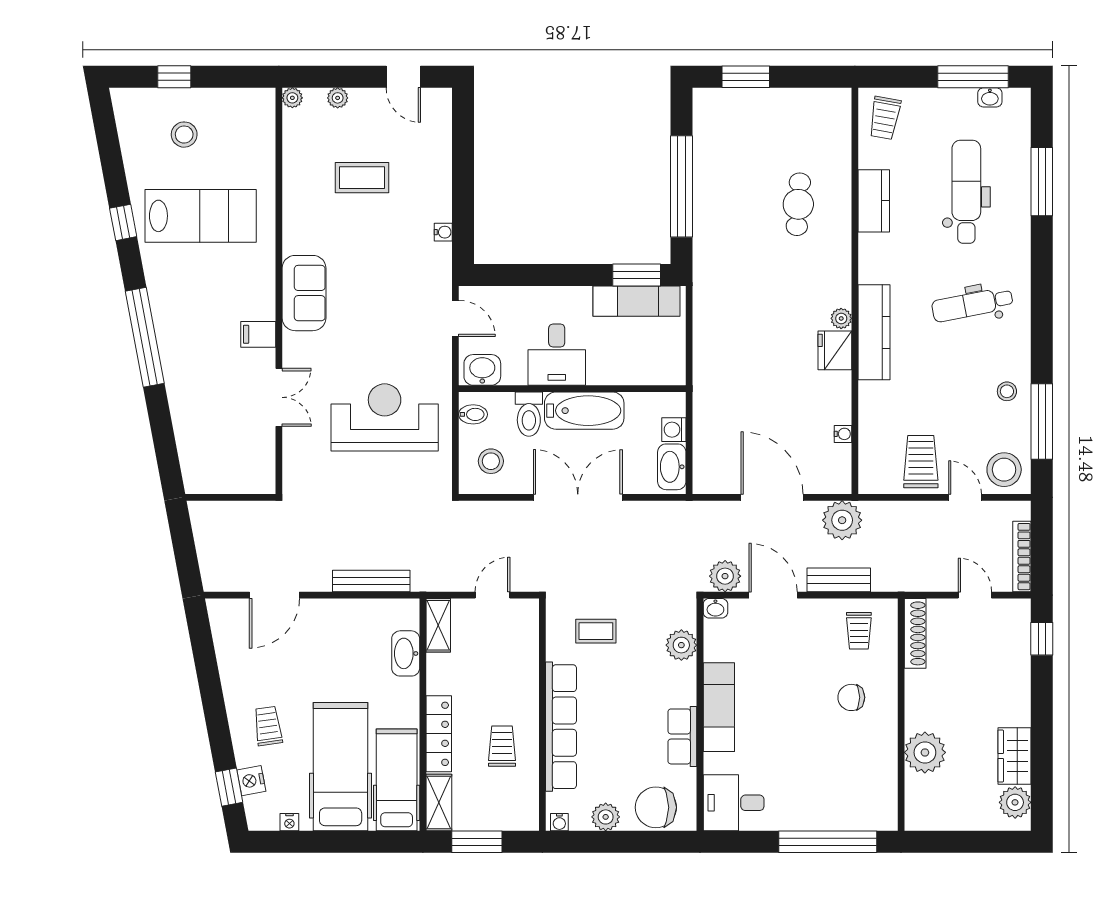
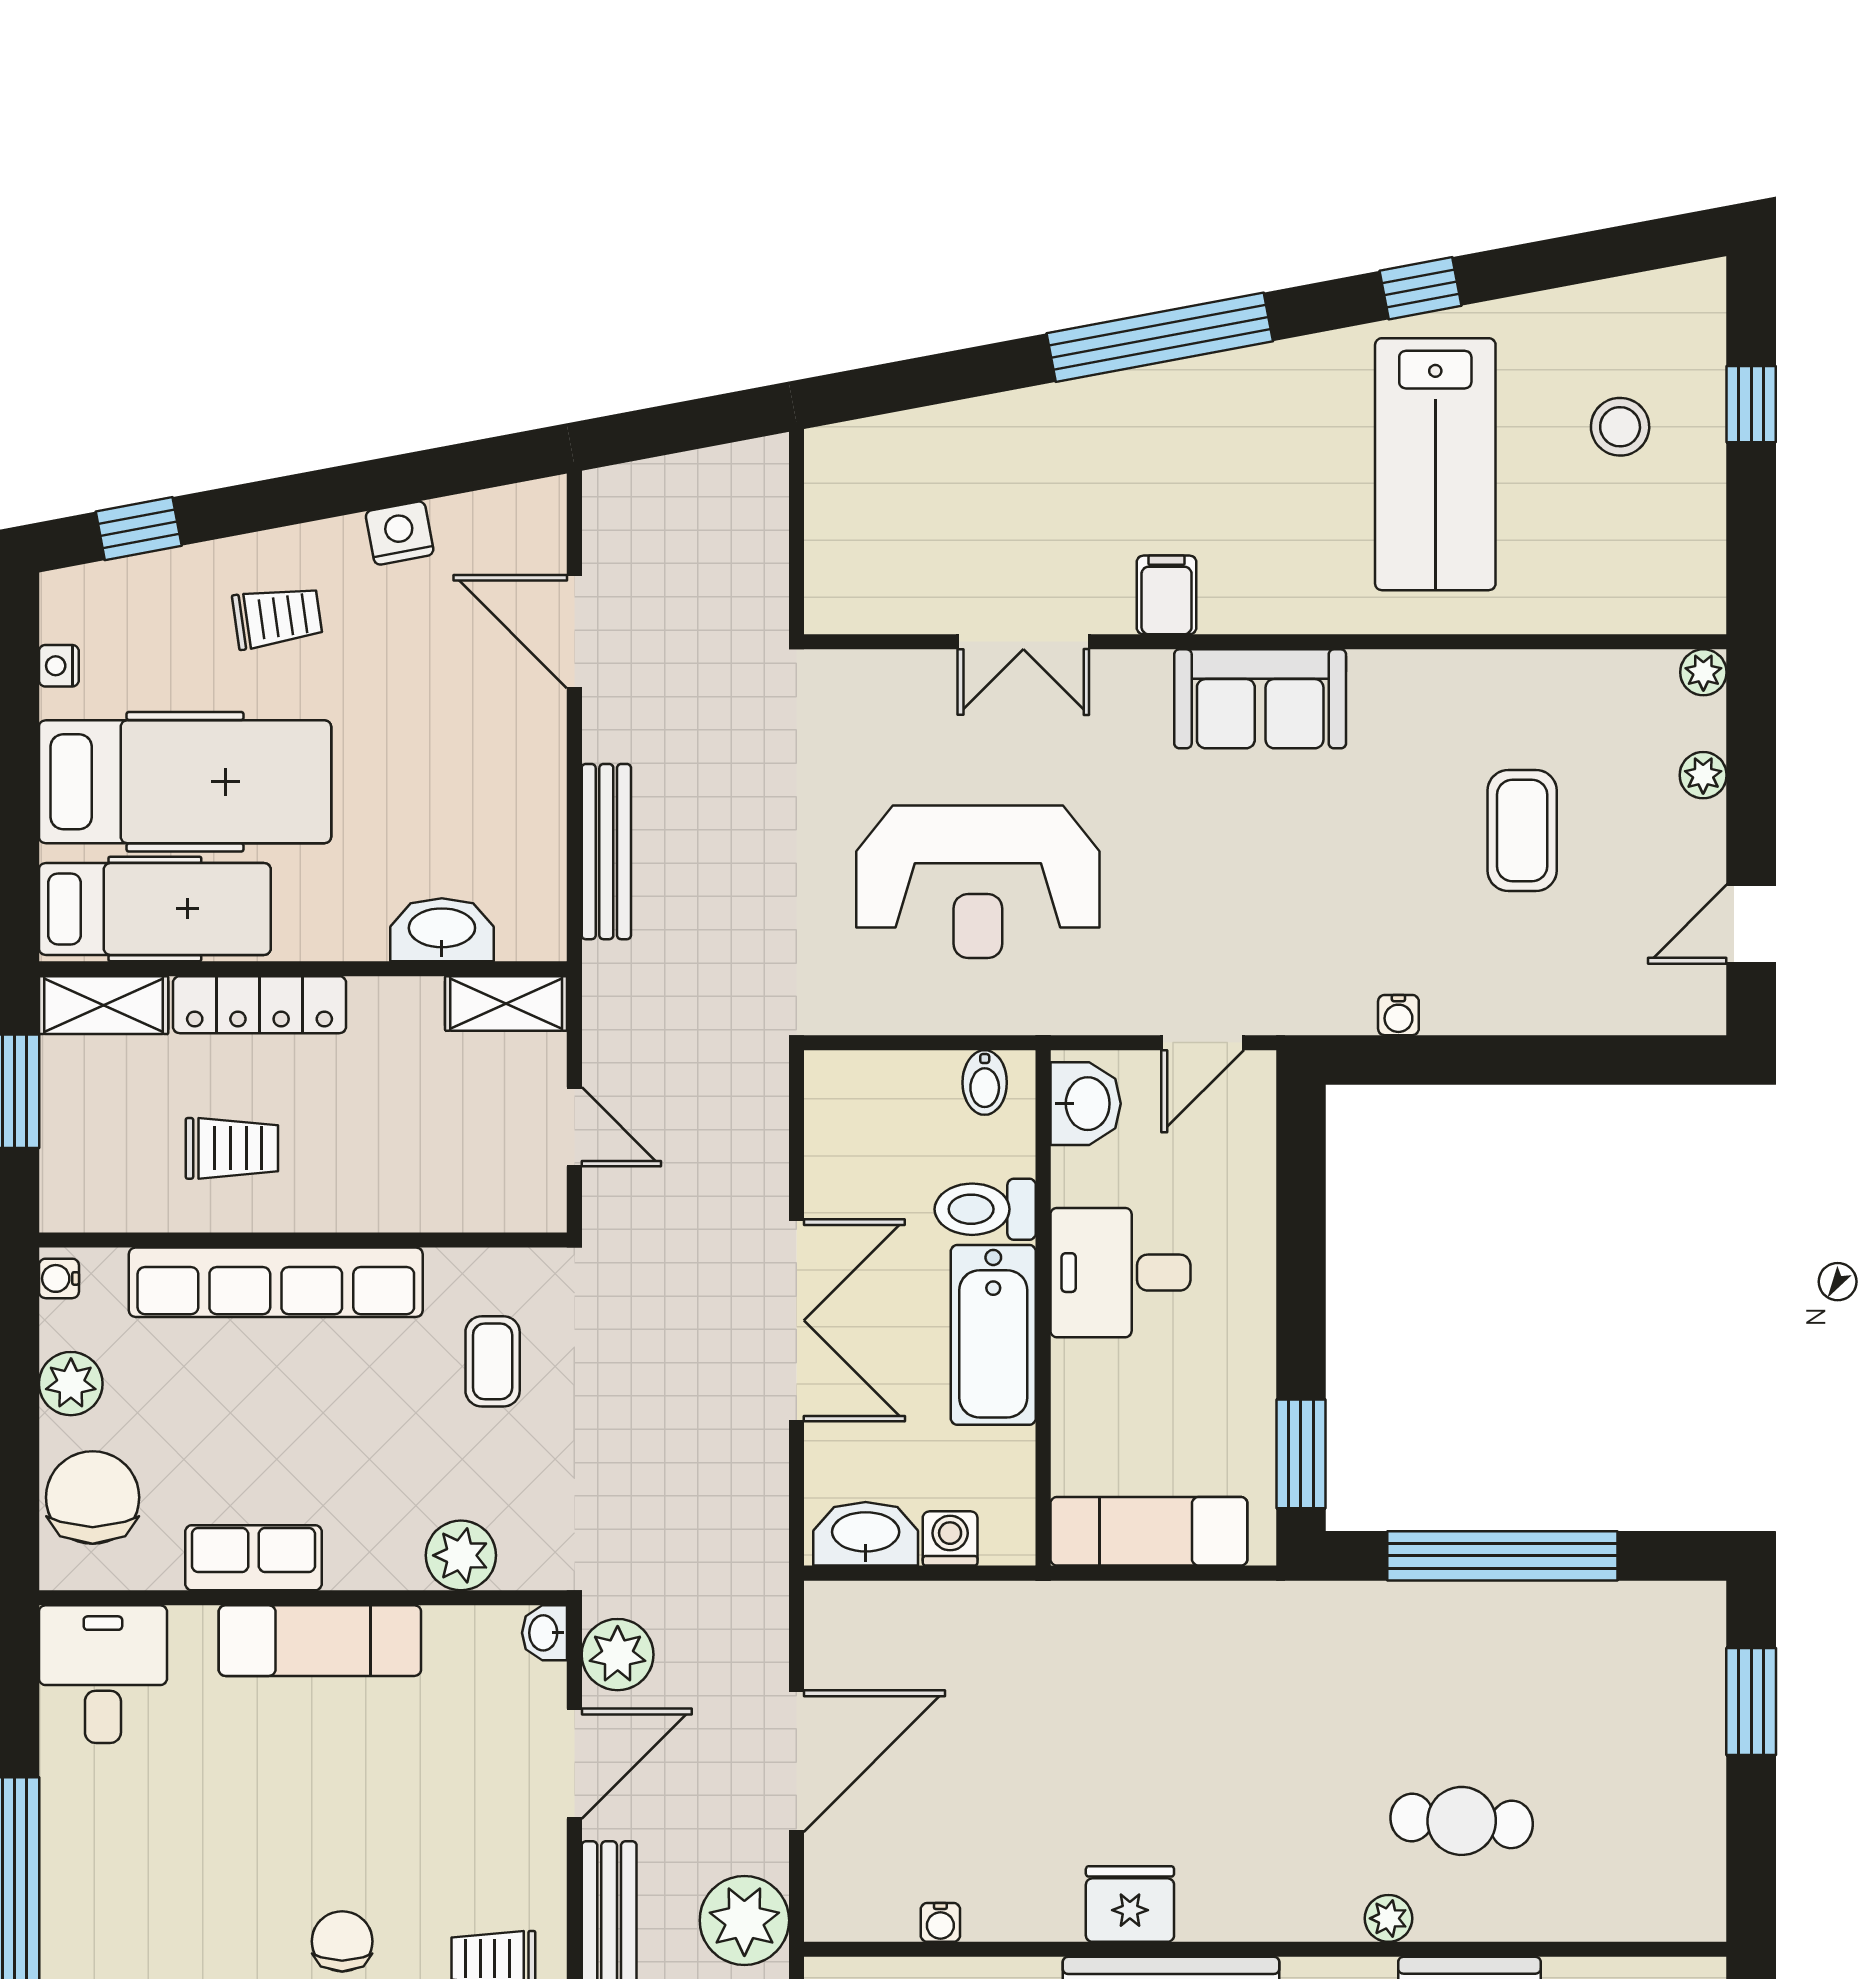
exam couch: (636, 301) -> (1149, 1531), moved, turned 90
plant: (841, 318) -> (1388, 1918), moved
reception desk: (385, 417) -> (978, 882), turned 90
stool: (491, 461) -> (878, 1123), removed
nightstand: (251, 781) -> (400, 533), moved

